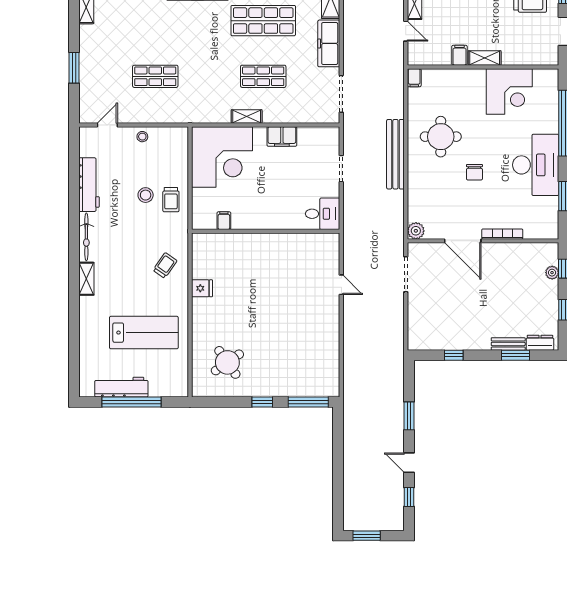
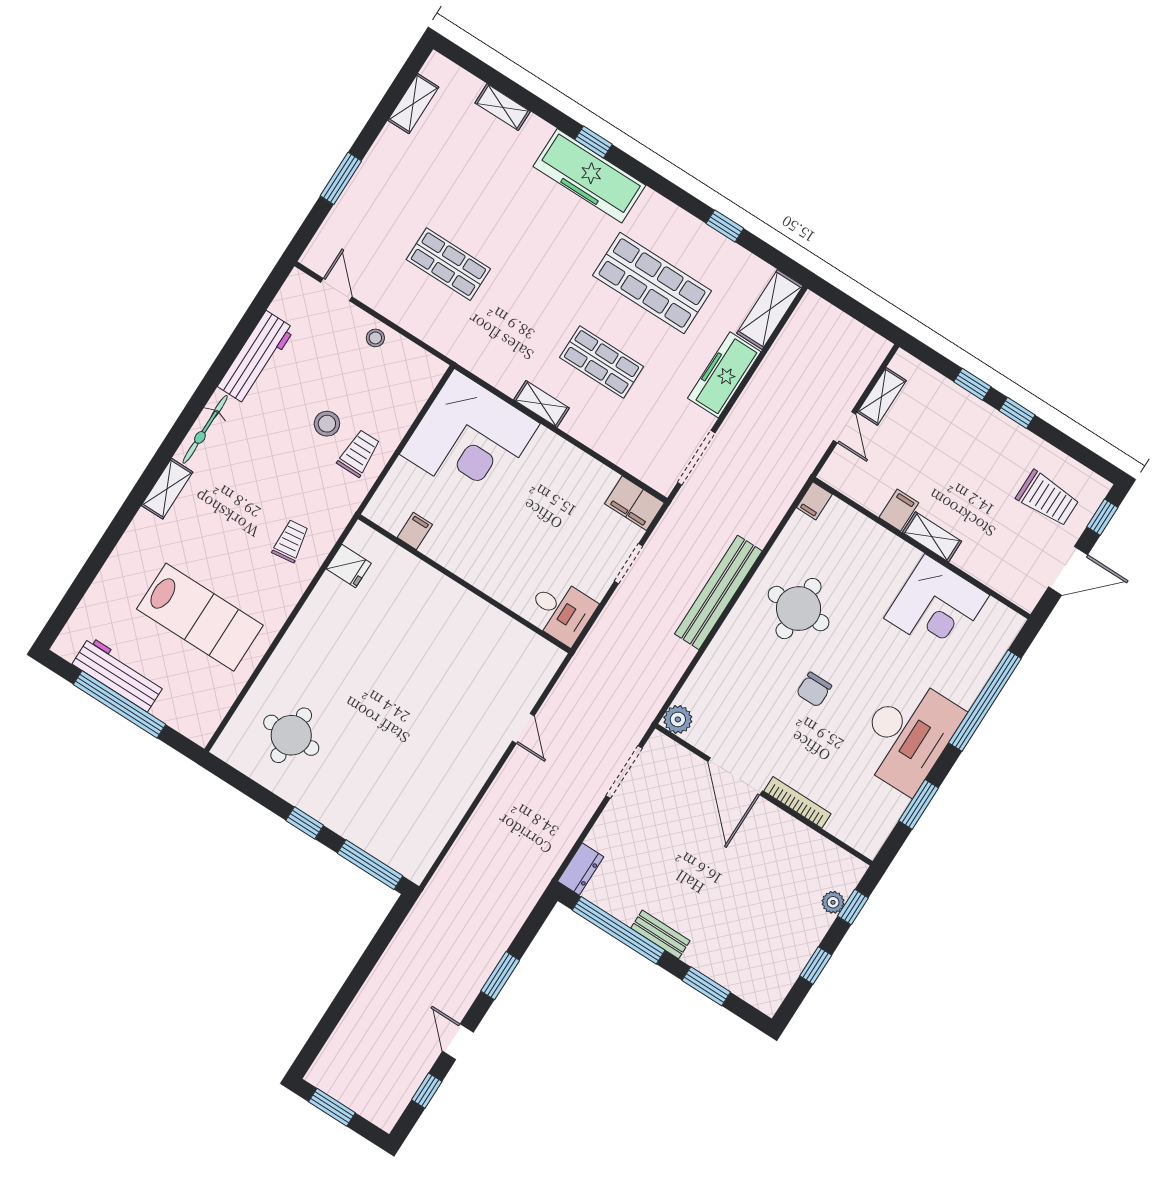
door: (107, 125) -> (336, 290), hinge flipped
filing cabinet: (282, 136) -> (634, 503), moved
trolley: (171, 200) -> (359, 453), turned 180
trolley: (165, 265) -> (291, 541), turned -42
fridge: (202, 288) -> (349, 566), moved
dresser: (540, 343) -> (581, 869), moved, turned 90
bench: (508, 344) -> (660, 934), moved
window: (454, 355) -> (619, 930), width x3.17
round table: (227, 362) -> (291, 735), turned 35

